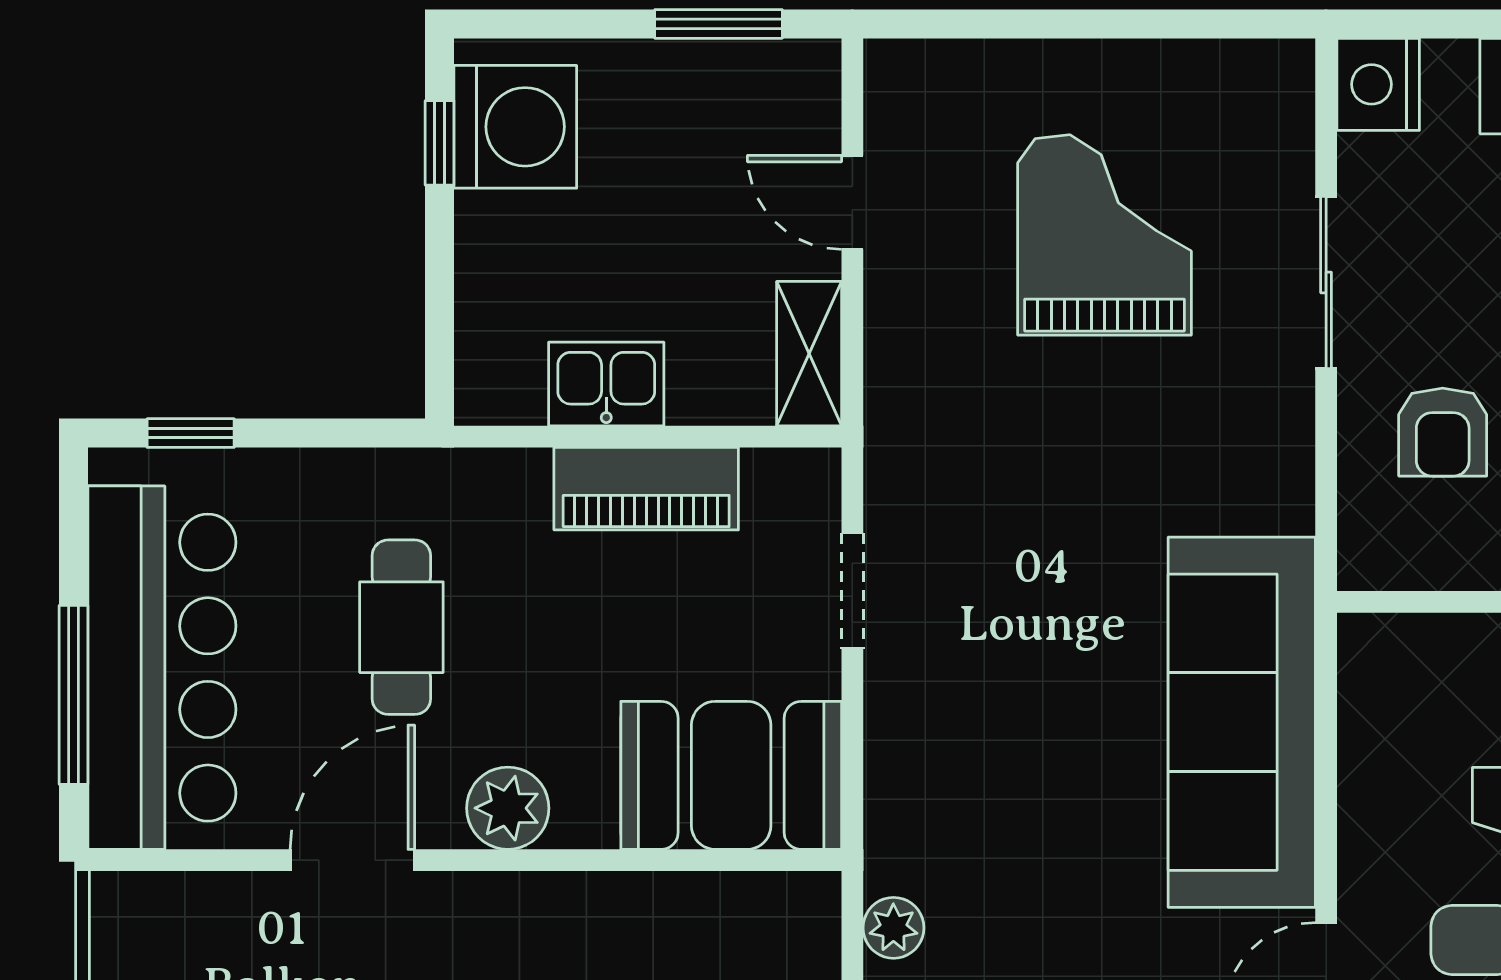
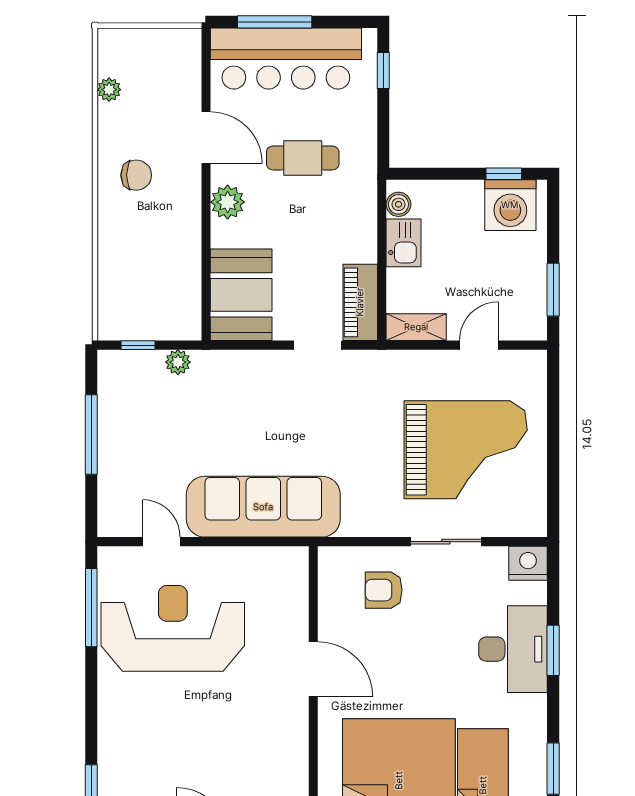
grand piano: (1104, 235) -> (466, 450), width x1.37, depth x1.48
boiler: (513, 396) -> (399, 204), added
piano: (646, 489) -> (360, 302), moved

